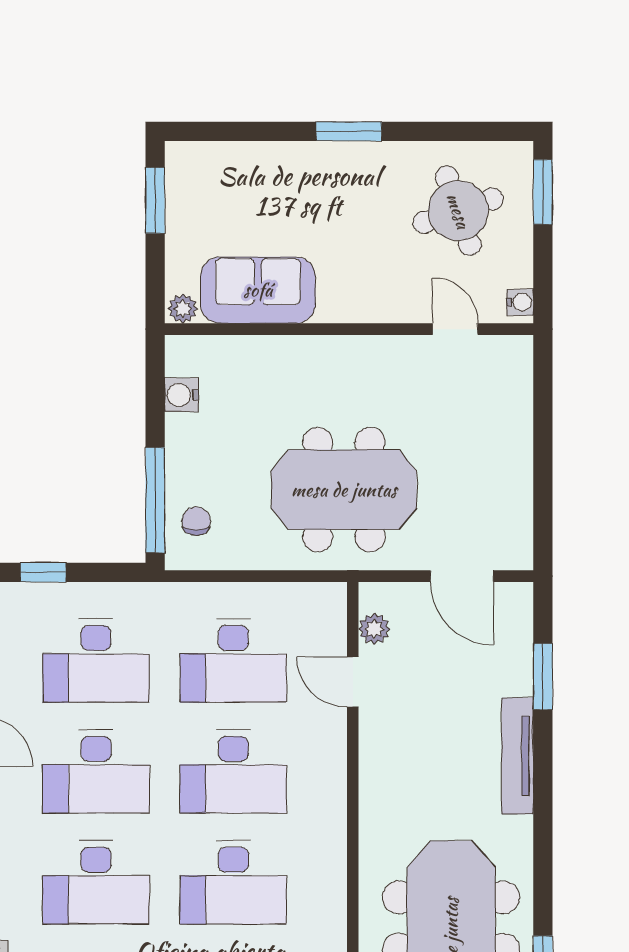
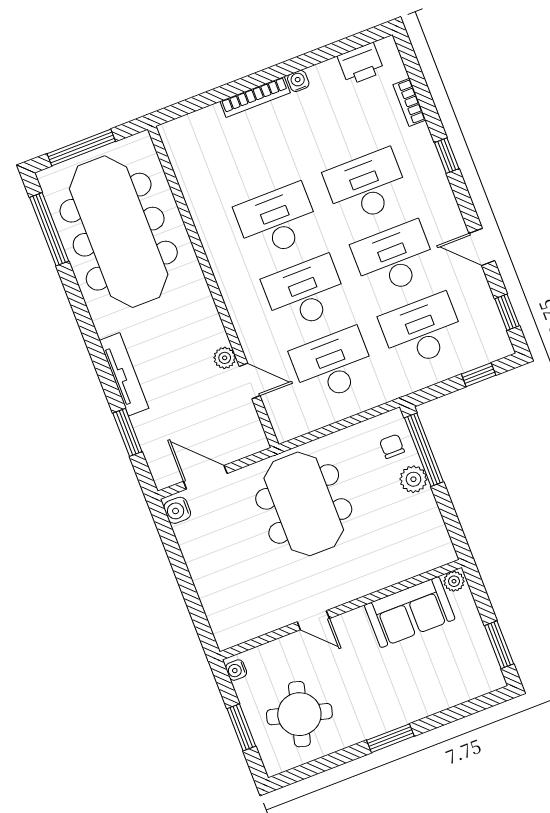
window: (543, 192) -> (241, 727), moved
round table: (458, 211) -> (299, 714), turned 34
door: (455, 329) -> (313, 620), moved
water cooler: (182, 395) -> (177, 510), moved, turned 180
plant: (184, 466) -> (413, 479), added
meeting table: (344, 490) -> (304, 504), turned 90
chair: (196, 521) -> (392, 446), turned 180
plant: (374, 629) -> (225, 358), moved

